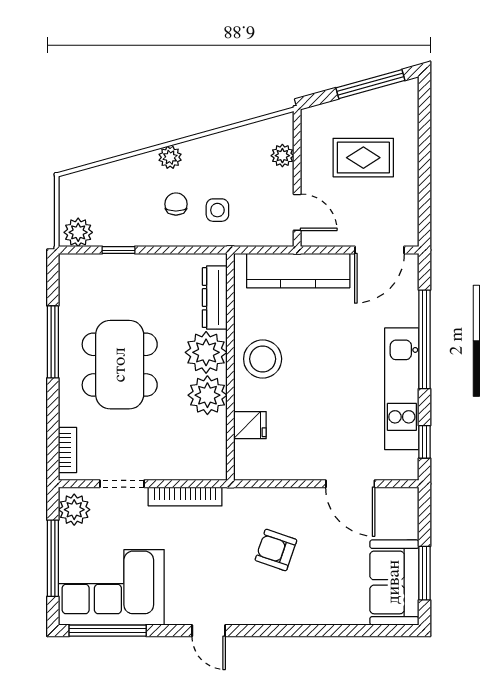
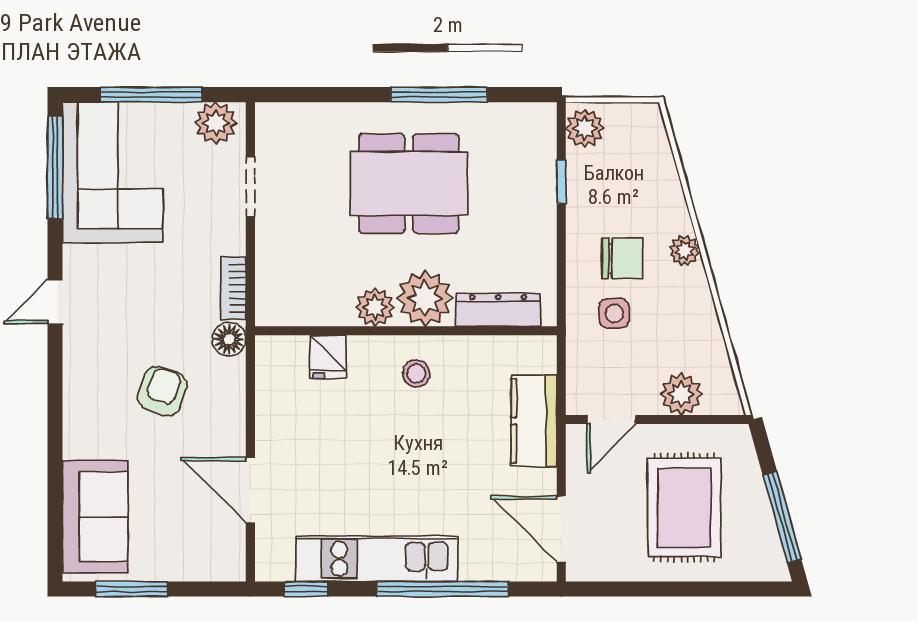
plant: (282, 156) -> (681, 394), width x1.38, depth x1.38
rug: (363, 158) -> (684, 507), width x1.36, depth x1.43
chair: (176, 204) -> (622, 258), width x1.37, depth x1.37
kitchen counter: (298, 271) -> (534, 421), width x0.67
stool: (263, 359) -> (416, 374), width x0.53, depth x0.53
plant: (207, 395) -> (375, 307), width x0.73, depth x0.73
bookcase: (68, 450) -> (295, 114), removed
door: (350, 484) -> (250, 490), hinge flipped
bookcase: (185, 496) -> (233, 288), width x0.64
floor lamp: (237, 500) -> (229, 339), added
sofa: (394, 582) -> (95, 517), moved, turned 90

